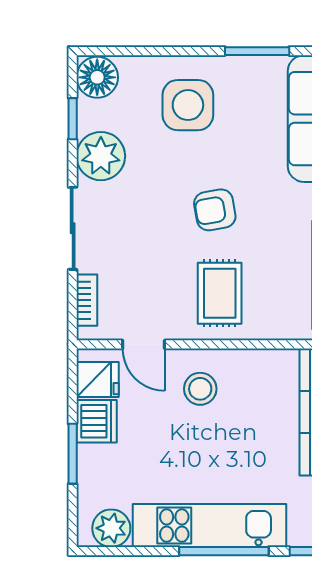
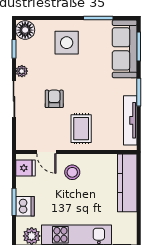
plant: (101, 156) -> (22, 71), width x0.53, depth x0.53
armchair: (215, 210) -> (54, 99), moved, turned 100
bookcase: (87, 300) -> (20, 132), removed
dishwasher: (97, 421) -> (25, 206), moved

